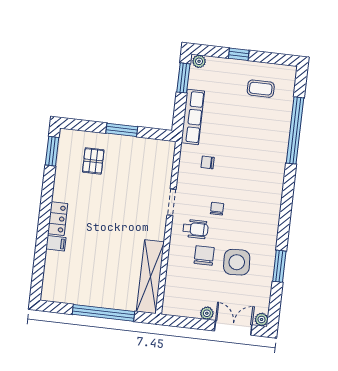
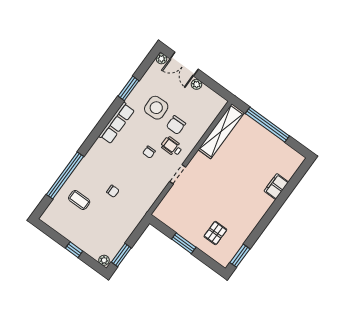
coffee table: (261, 89) -> (79, 200), moved
row of seats: (193, 117) -> (117, 123), moved, turned 180
chair: (208, 162) -> (113, 191), moved
locker: (58, 219) -> (262, 207), removed
filing cabinet: (56, 243) -> (276, 186), width x2.00

